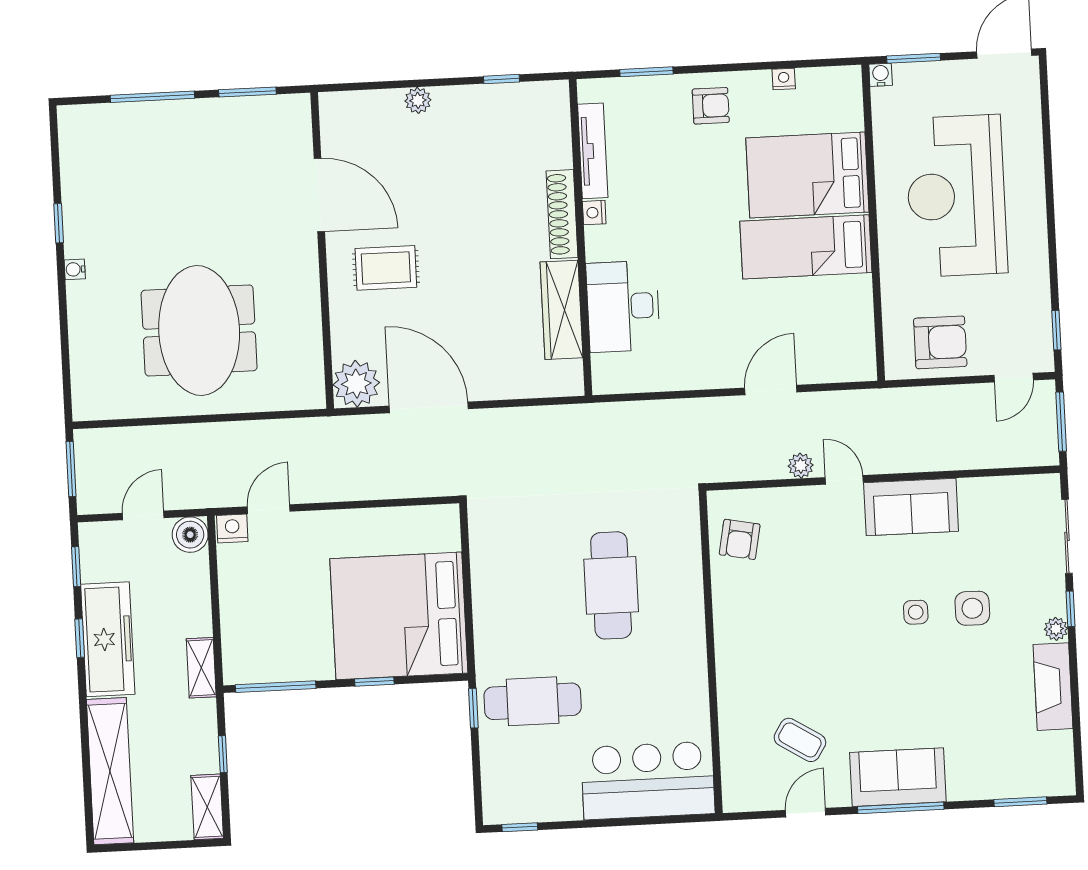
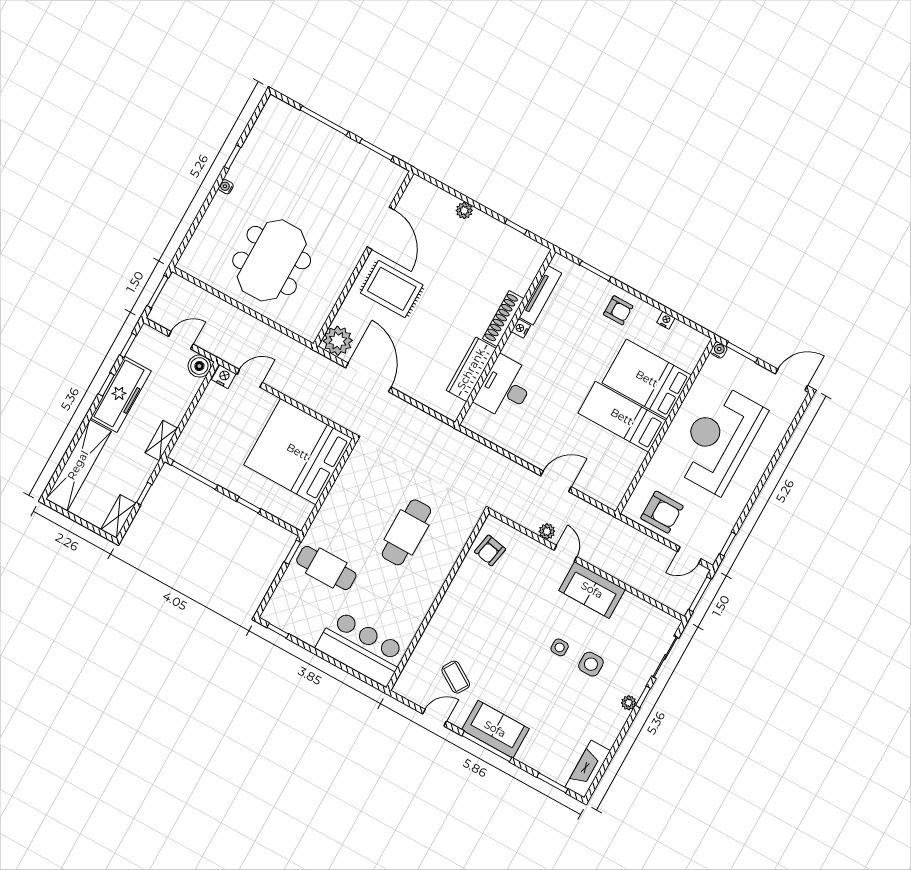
rug: (386, 268) -> (392, 289), width x1.36, depth x1.43
bed: (399, 616) -> (298, 452), moved
fireplace: (1053, 687) -> (588, 769), moved

